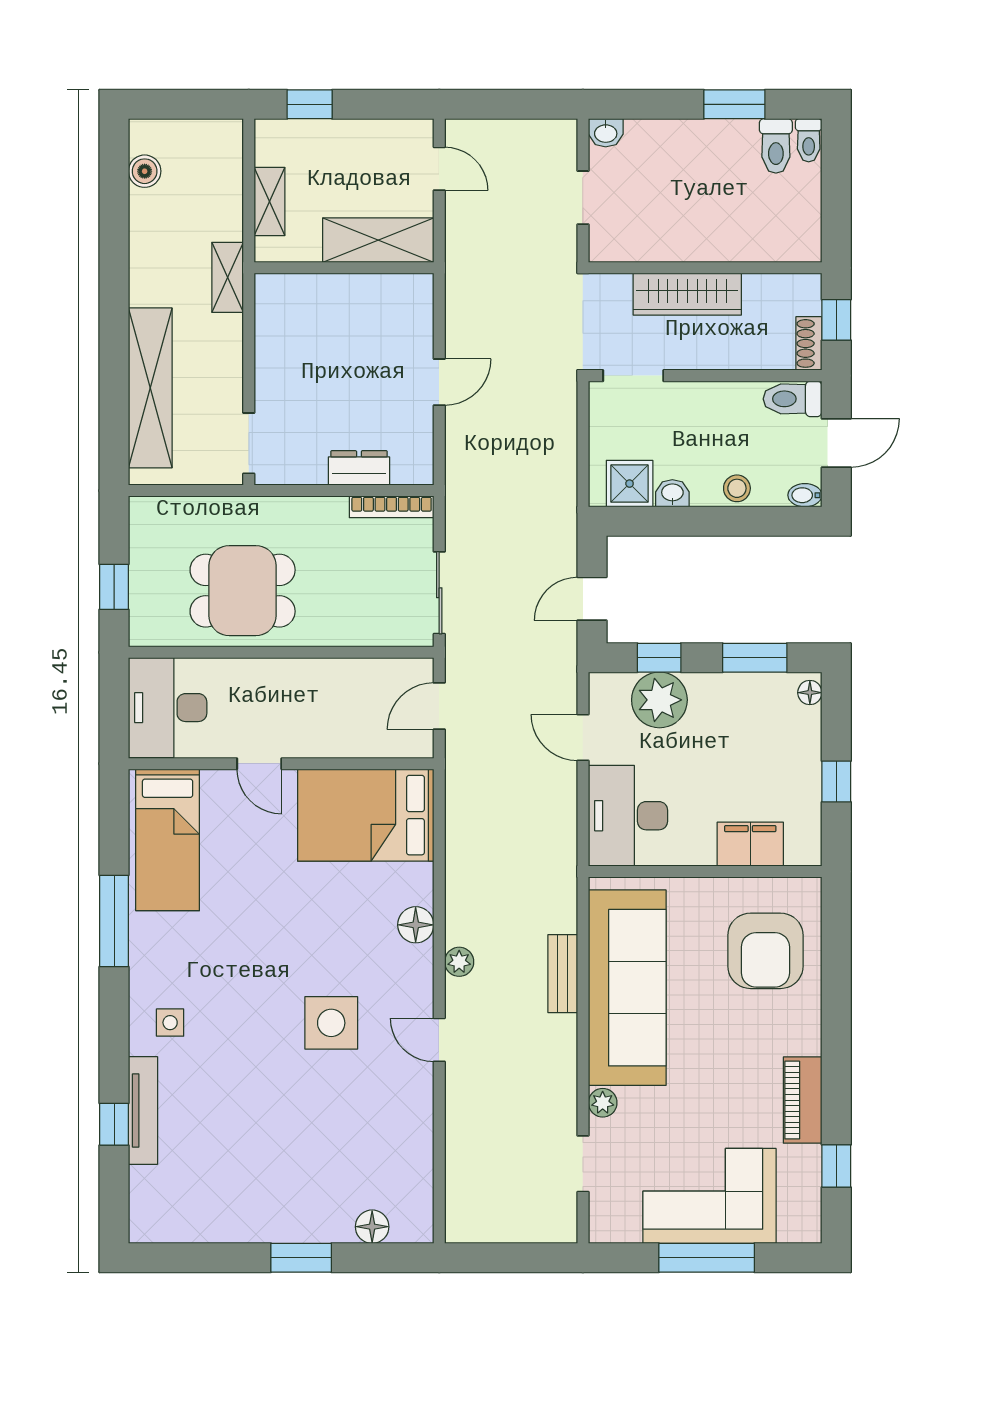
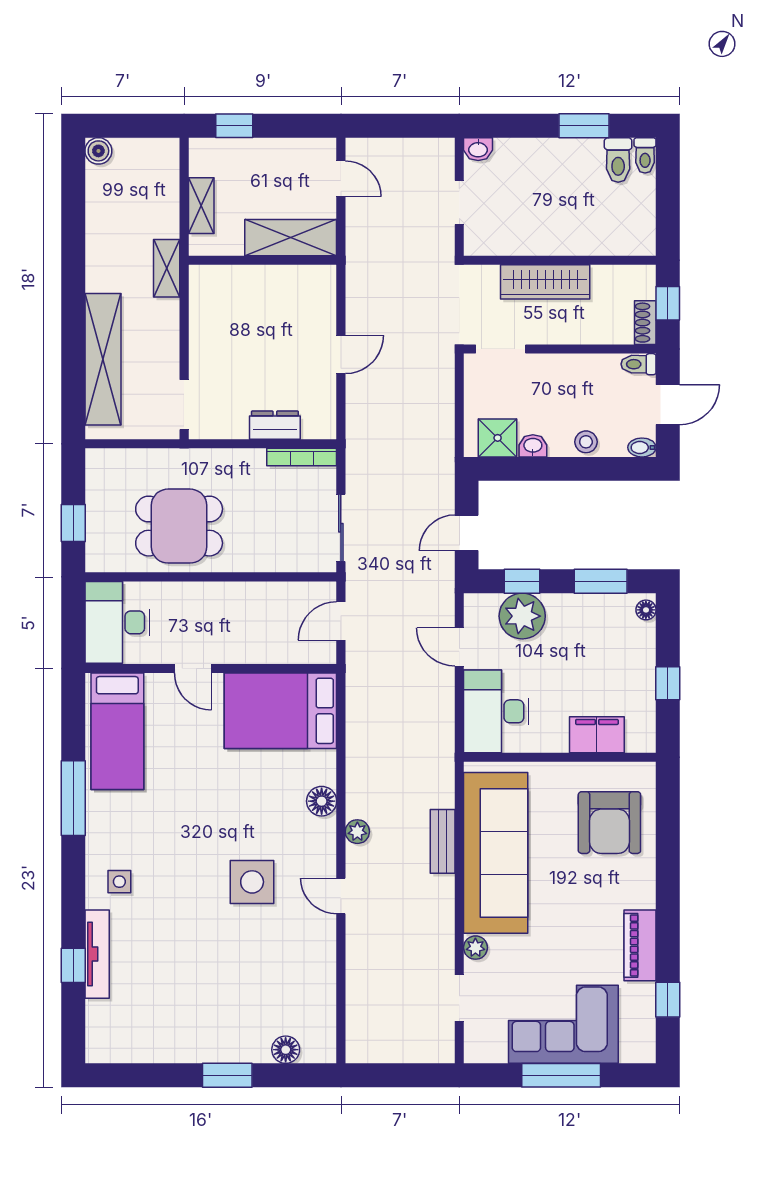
boiler: (145, 171) -> (98, 151), moved
toilet: (793, 399) -> (639, 364), width x0.73, depth x0.72

